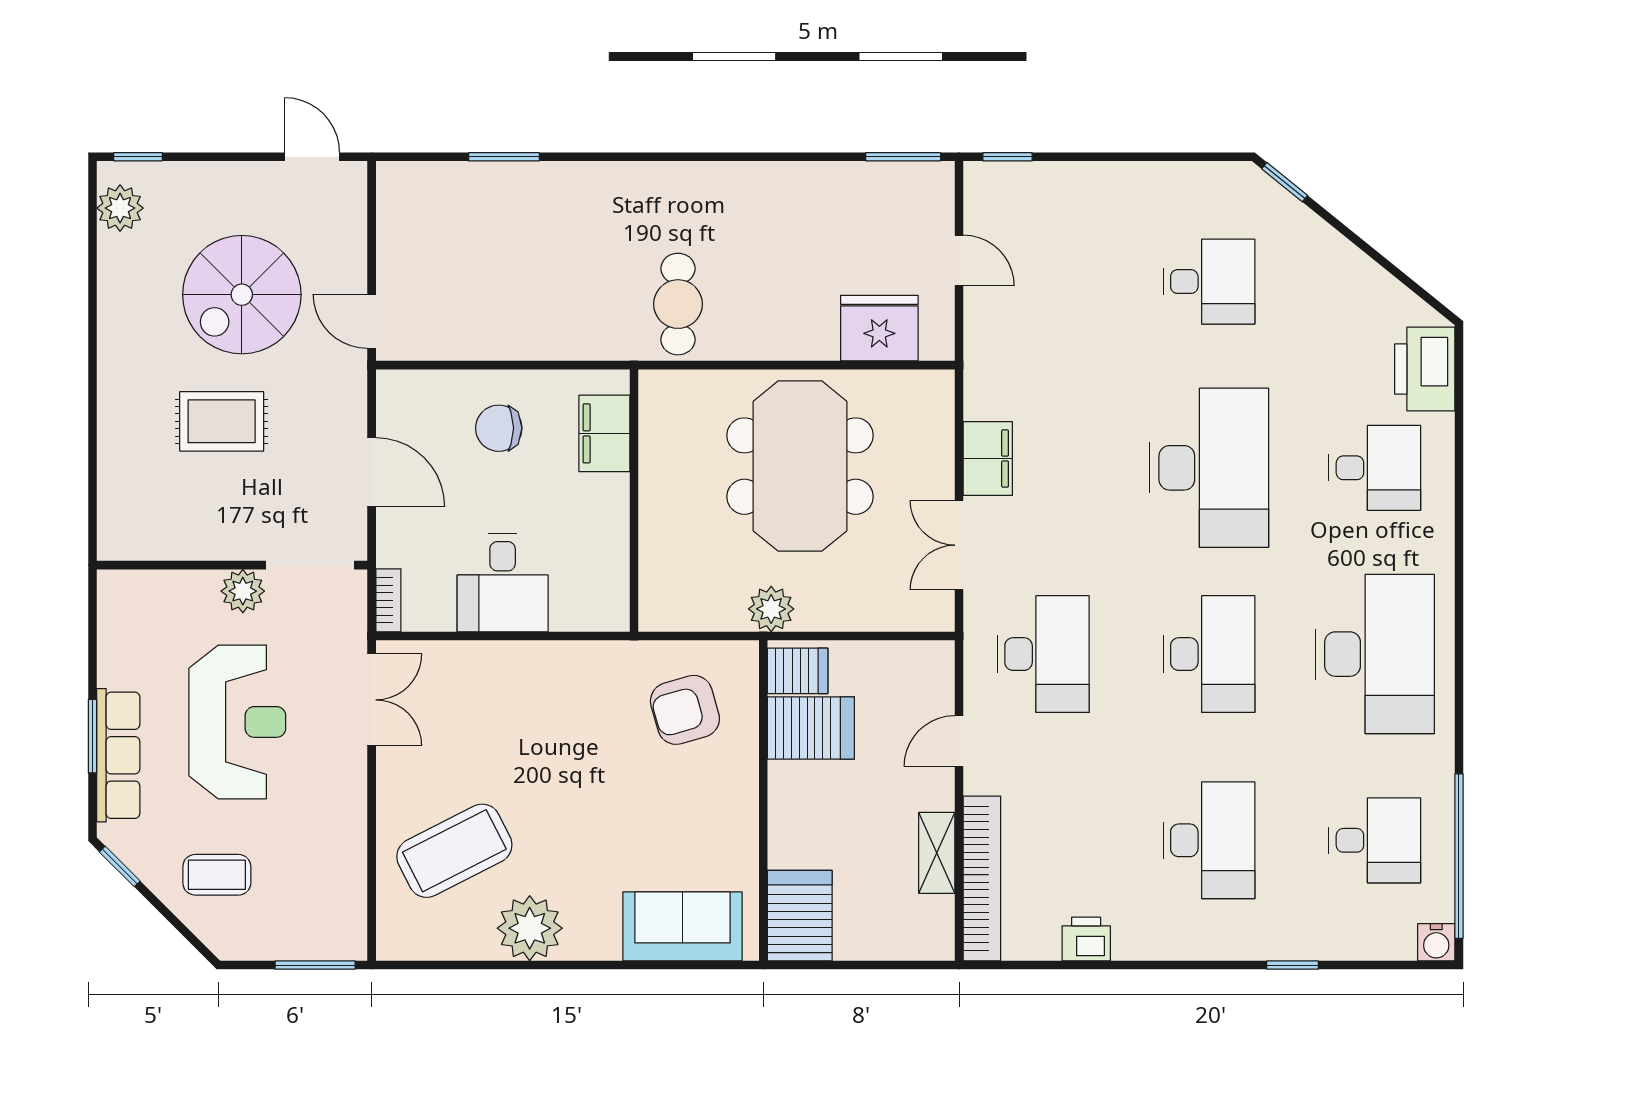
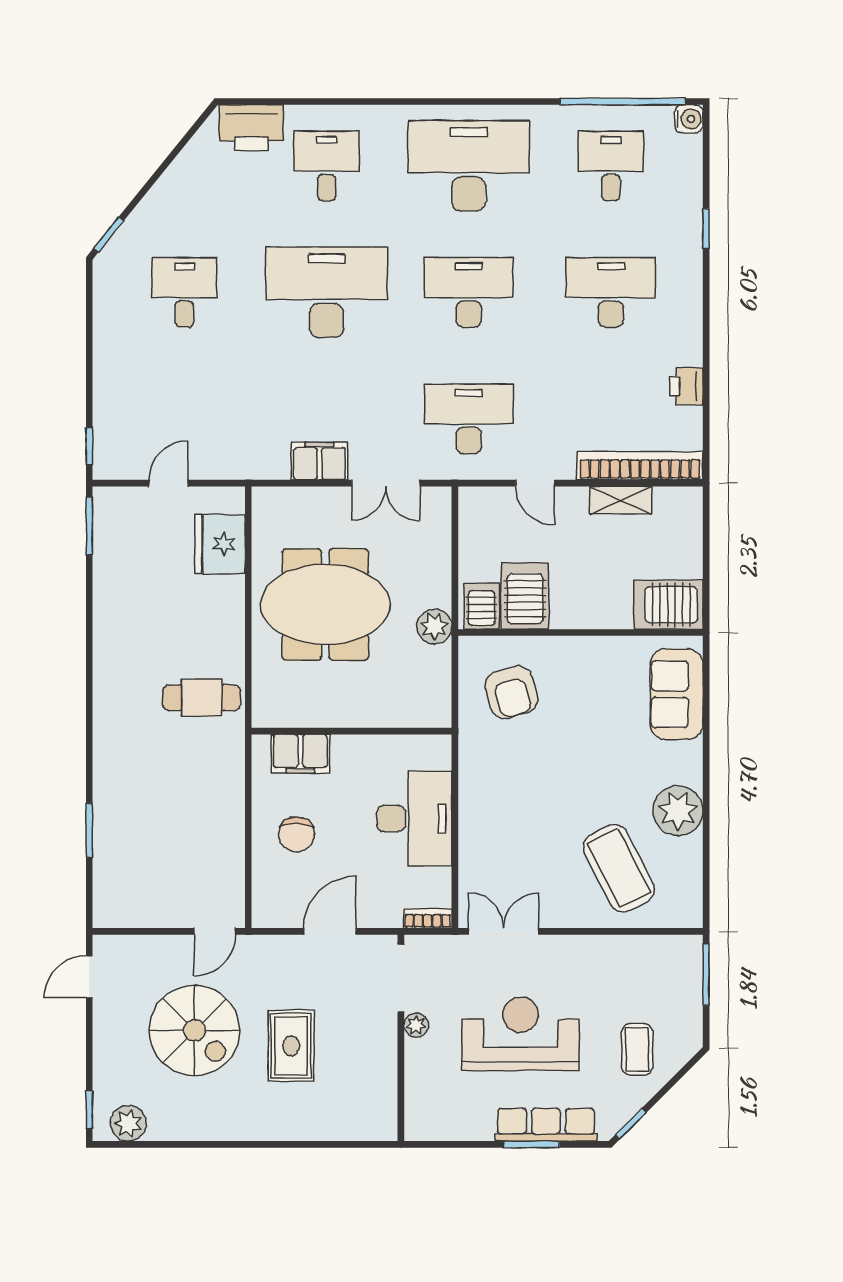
desk: (503, 583) -> (414, 818), width x1.37
plant: (243, 591) -> (416, 1025), width x0.73, depth x0.73

